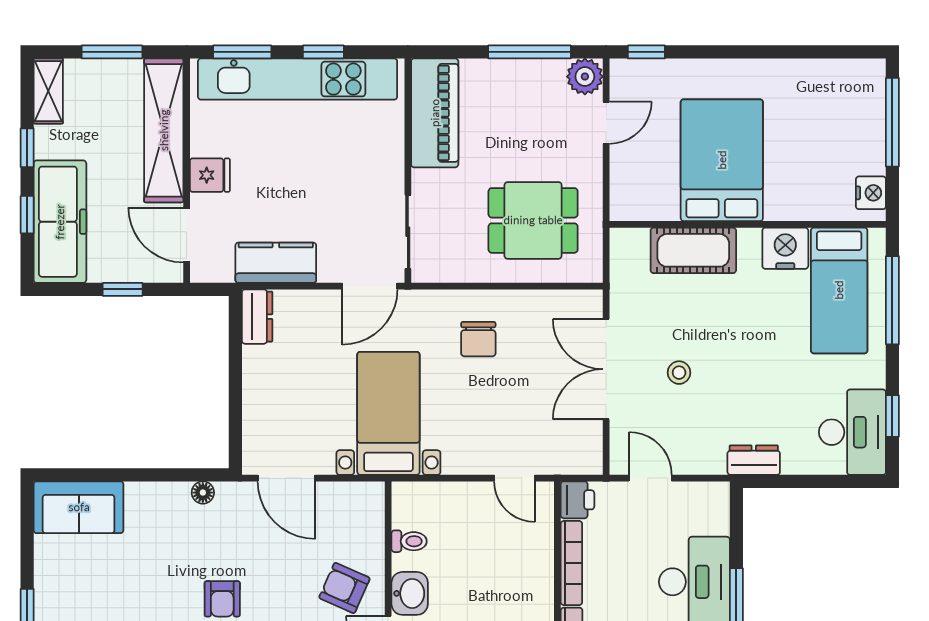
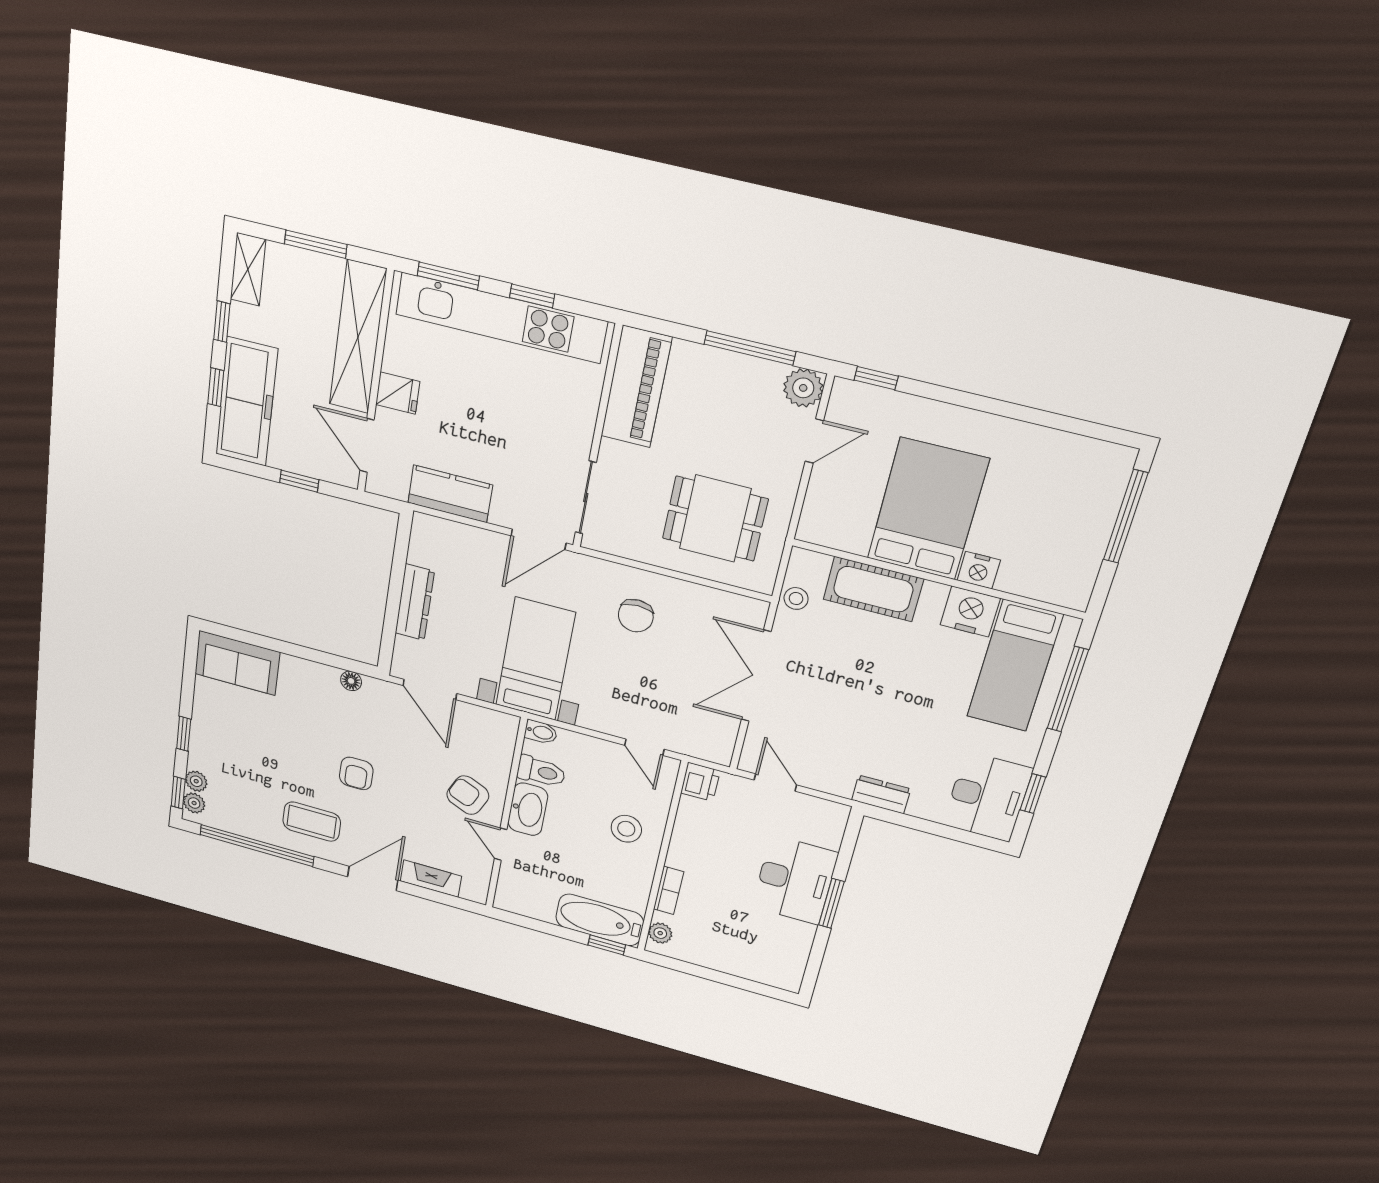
nightstand: (871, 193) -> (979, 570), moved, turned 90
dresser: (257, 317) -> (415, 602), moved, width x1.44
stool: (679, 373) -> (796, 599), moved
bidet: (408, 492) -> (541, 732), added
toilet: (409, 541) -> (541, 772), width x1.37, depth x1.39
bookcase: (571, 563) -> (682, 833), removed
stool: (515, 576) -> (626, 829), added
washbasin: (410, 593) -> (528, 809), width x1.38

